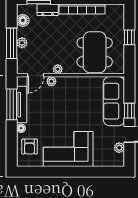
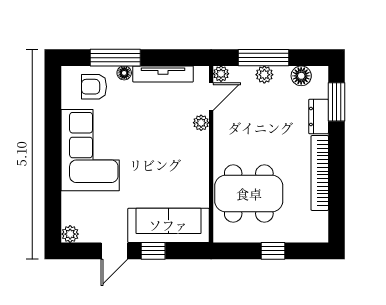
plant: (58, 69) -> (221, 74), moved
door: (36, 75) -> (211, 97), swing flipped
window: (12, 104) -> (115, 58), moved
plant: (119, 148) -> (70, 234), moved

